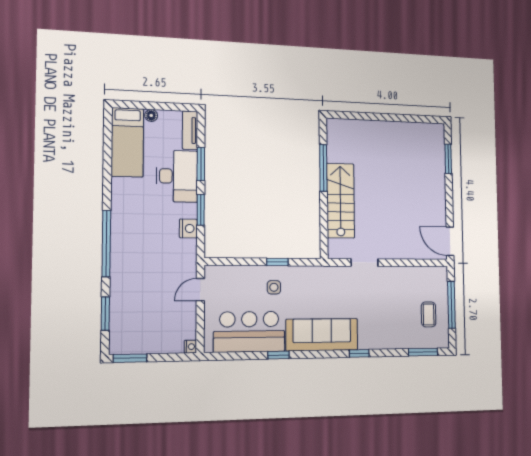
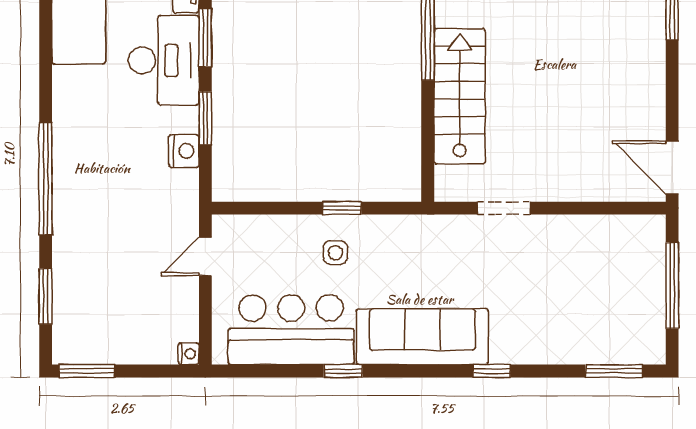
coffee table: (429, 314) -> (626, 303), removed

